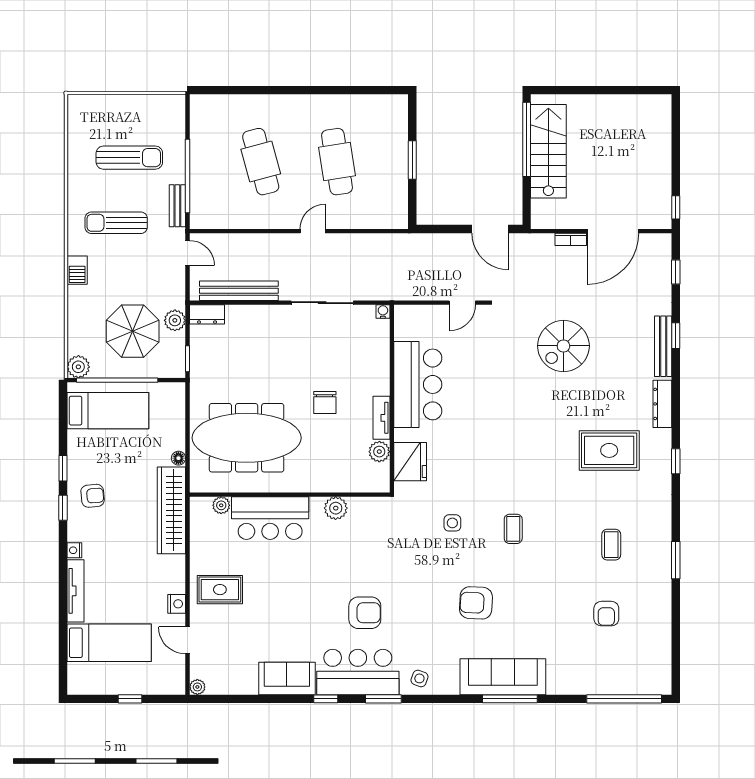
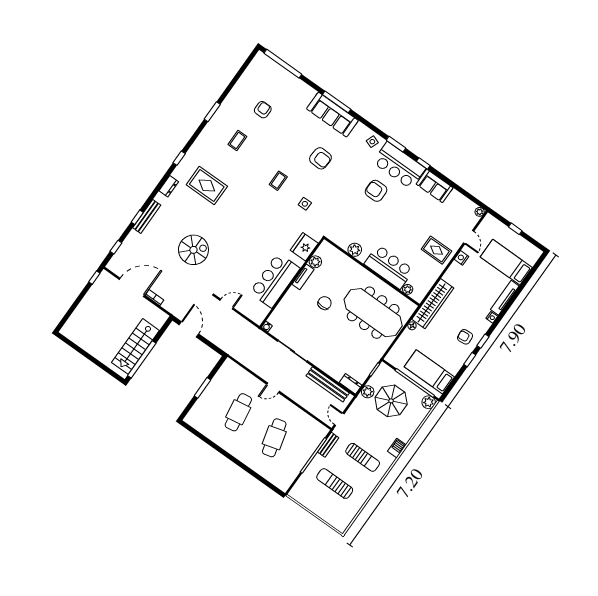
dresser: (662, 404) -> (169, 186), width x0.70

